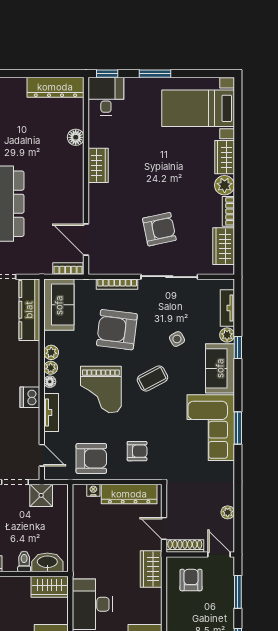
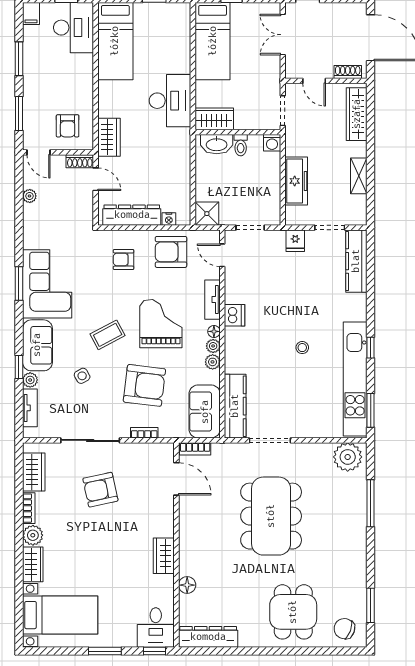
bookcase: (117, 284) -> (144, 433), width x0.64
shower: (41, 495) -> (207, 214), moved
shoe rack: (185, 546) -> (80, 161), width x0.70

